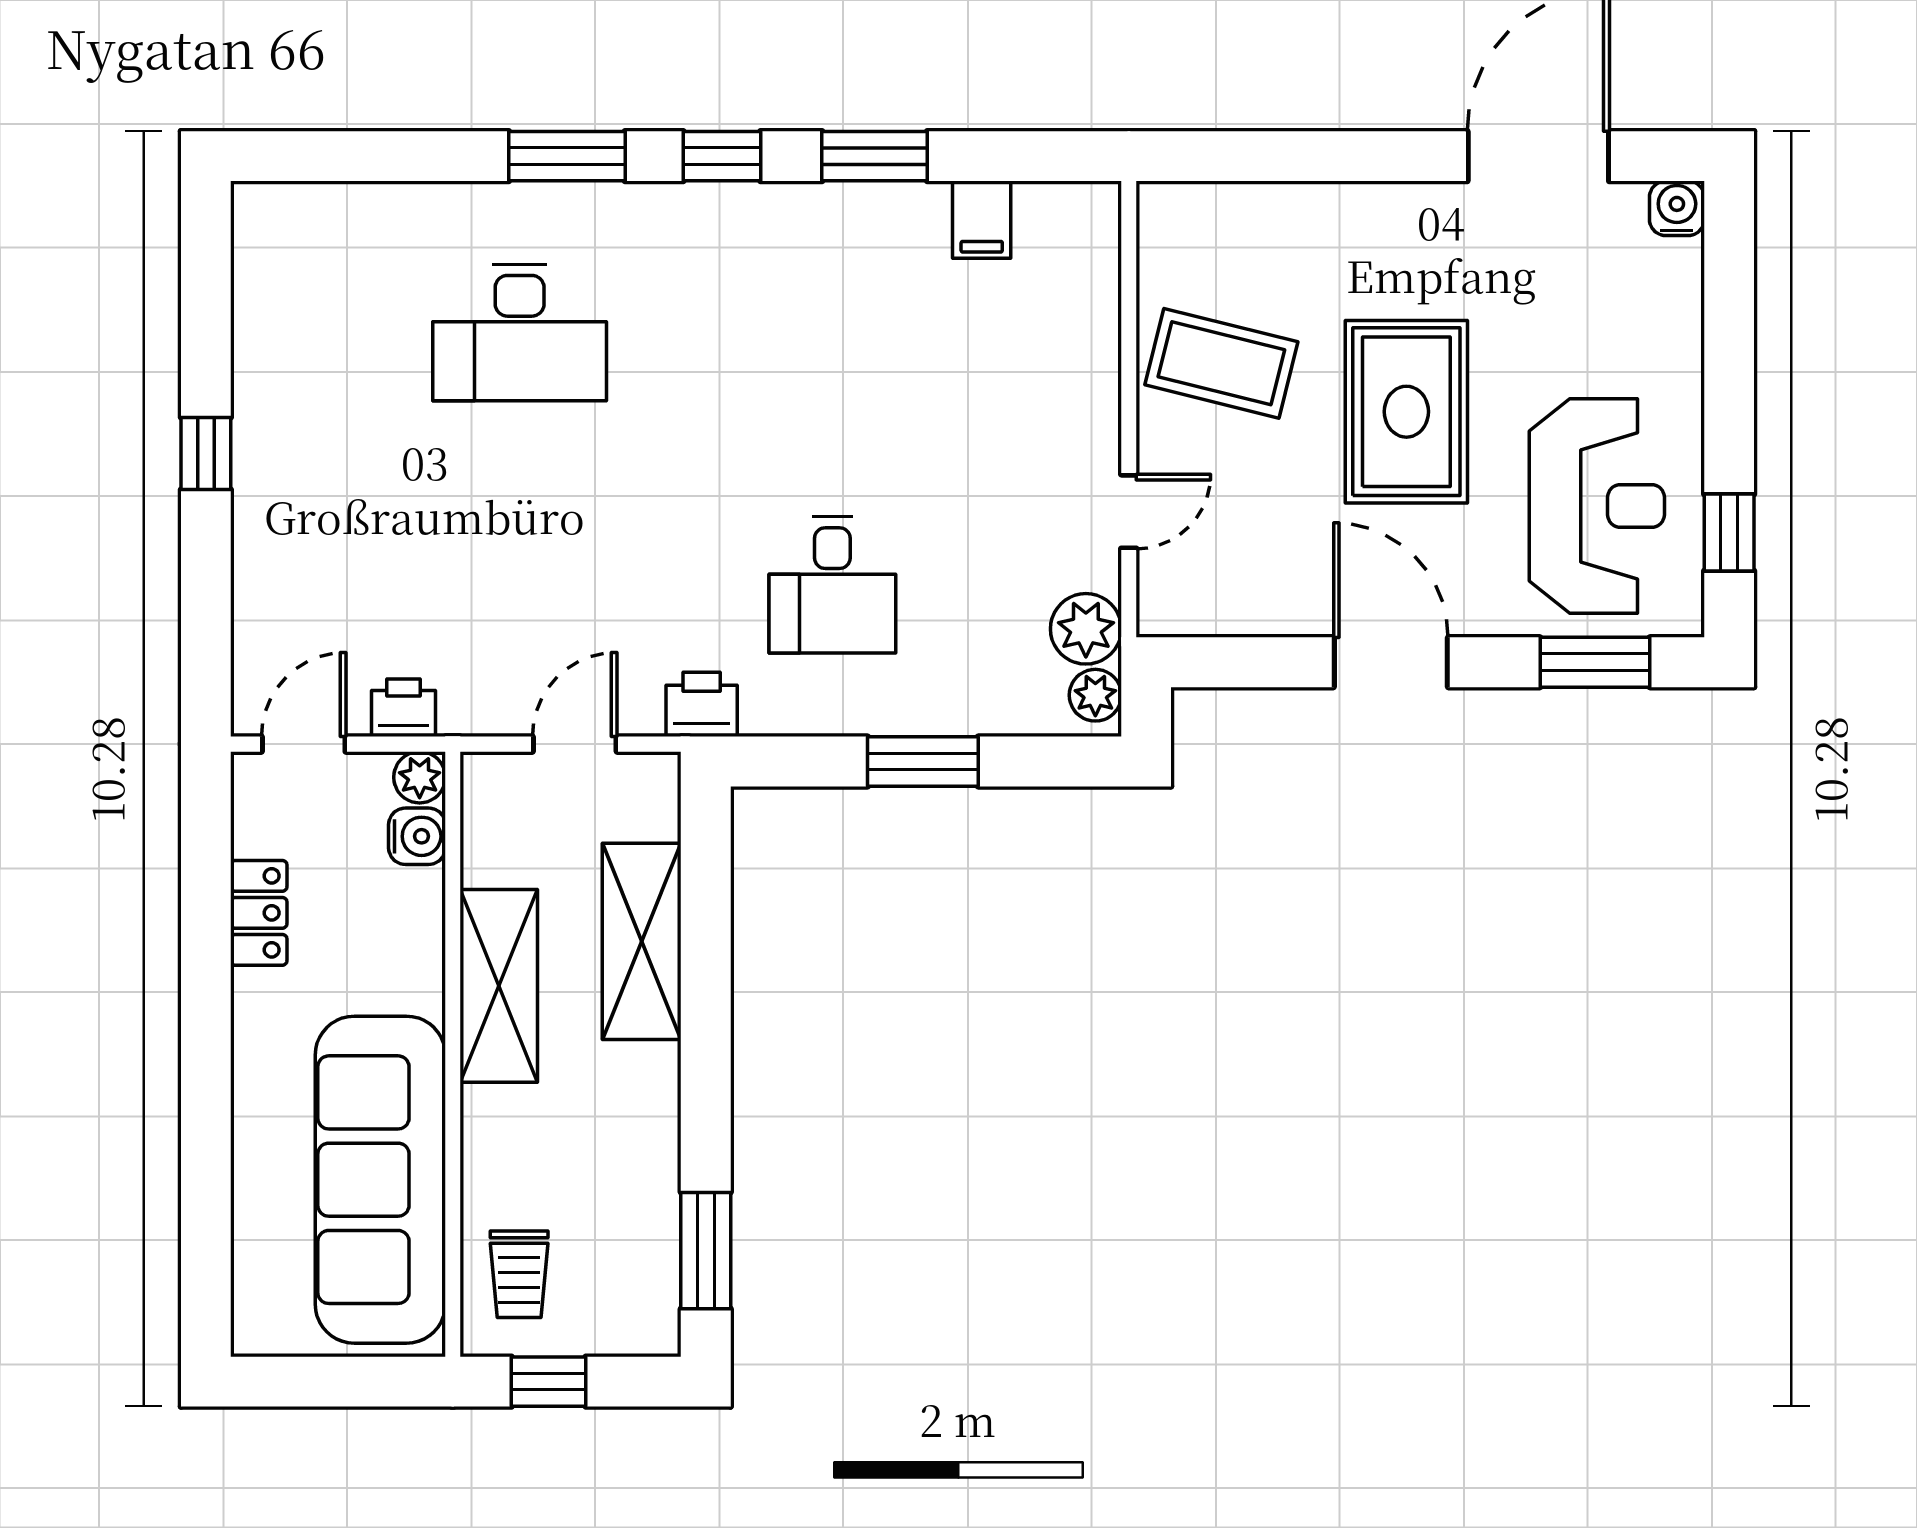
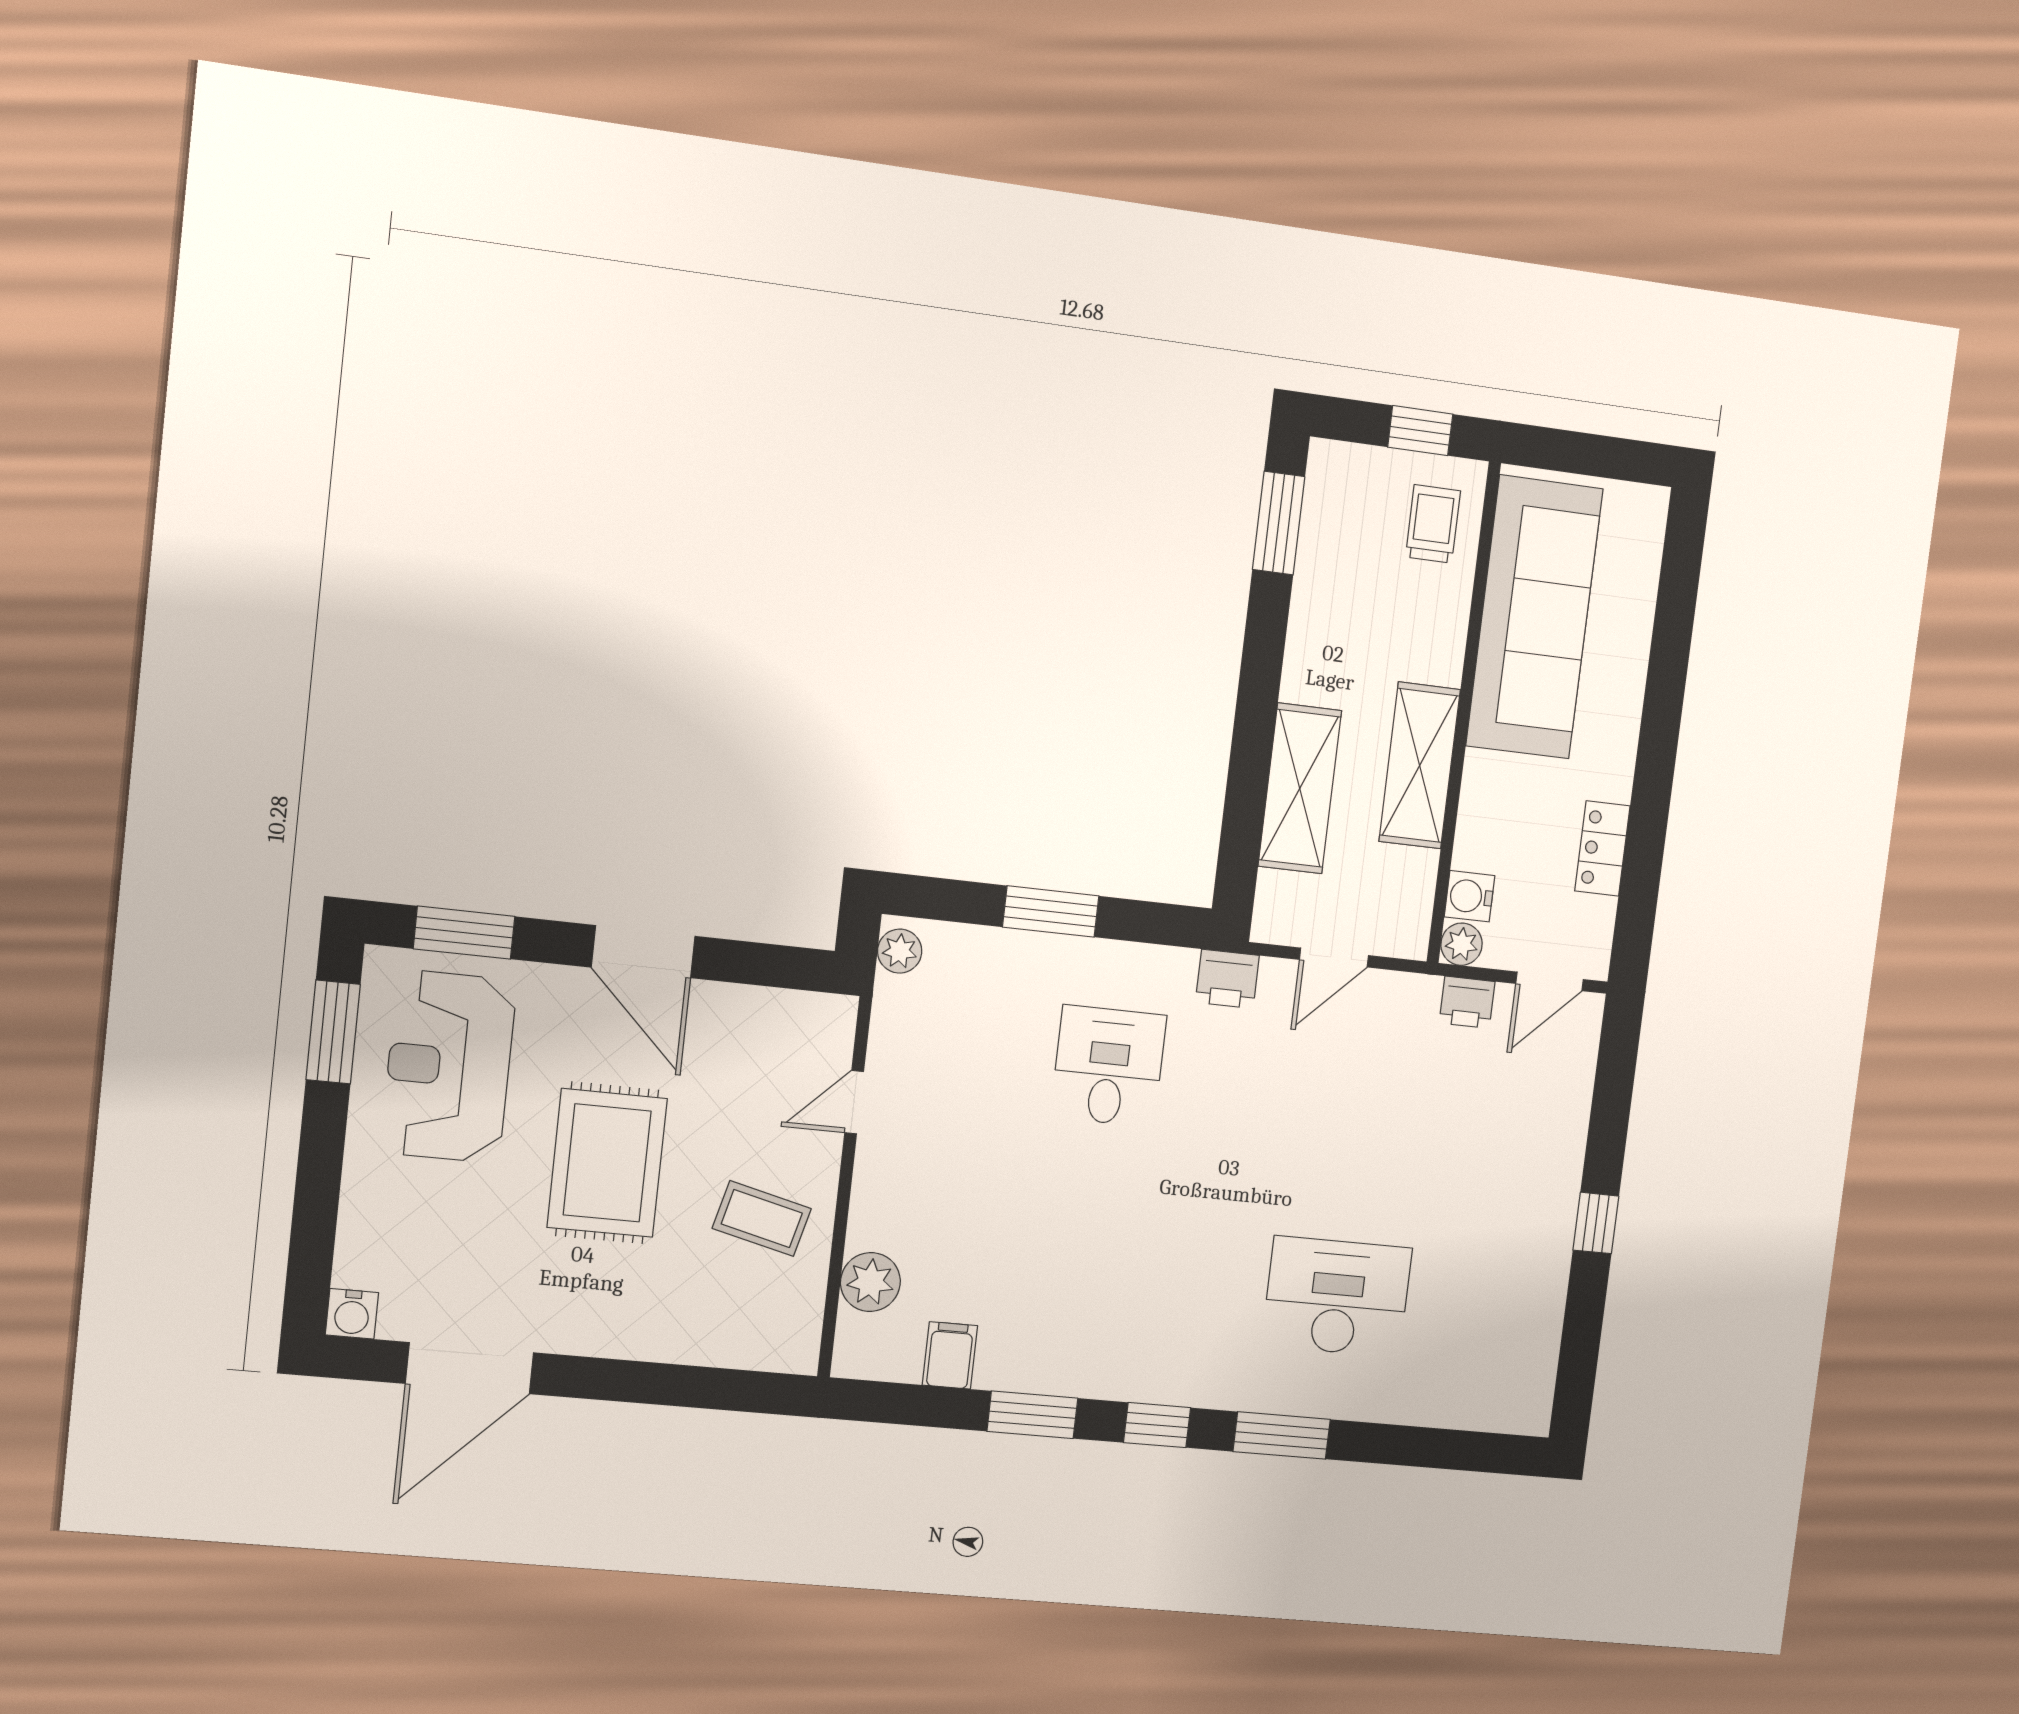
coffee table: (1221, 363) -> (762, 1219), width x0.73, depth x0.77
window: (1729, 532) -> (333, 1032), width x1.50
plant: (1086, 629) -> (870, 1282), moved

